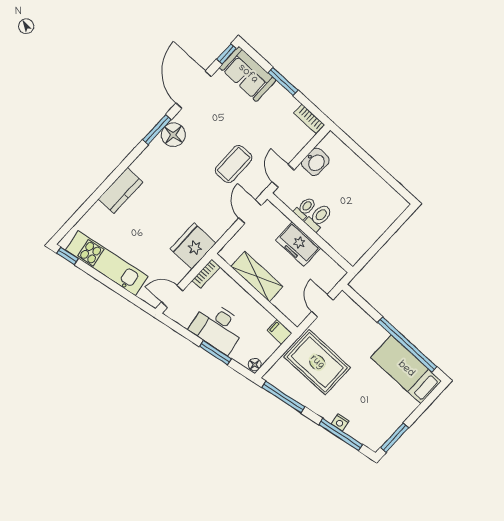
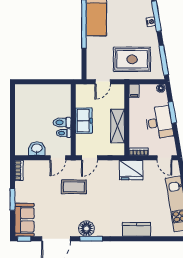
rug: (317, 362) -> (132, 59), turned 90

